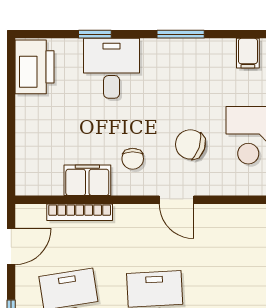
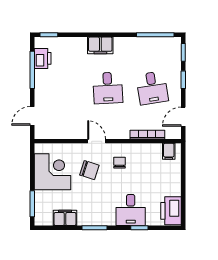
filing cabinet: (248, 53) -> (65, 218), width x2.00
filing cabinet: (87, 180) -> (169, 151), moved, width x0.50

